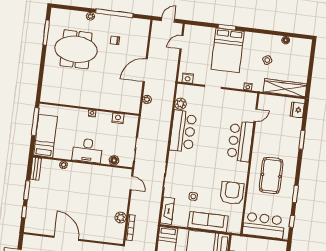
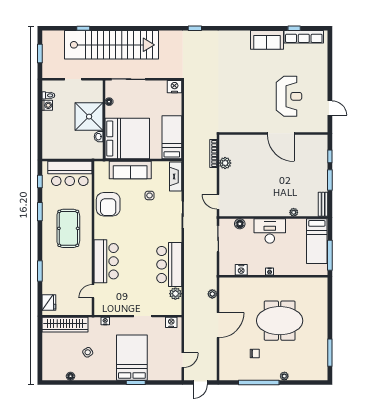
meeting table: (76, 49) -> (280, 321), moved

